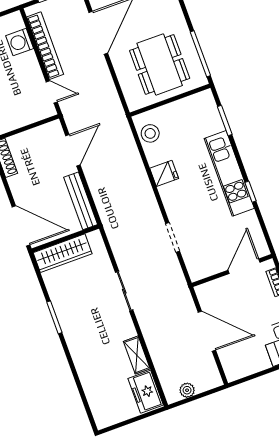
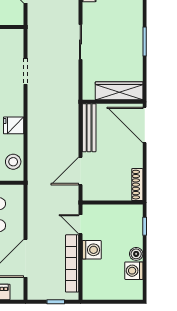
washing machine: (20, 42) -> (92, 250), moved

